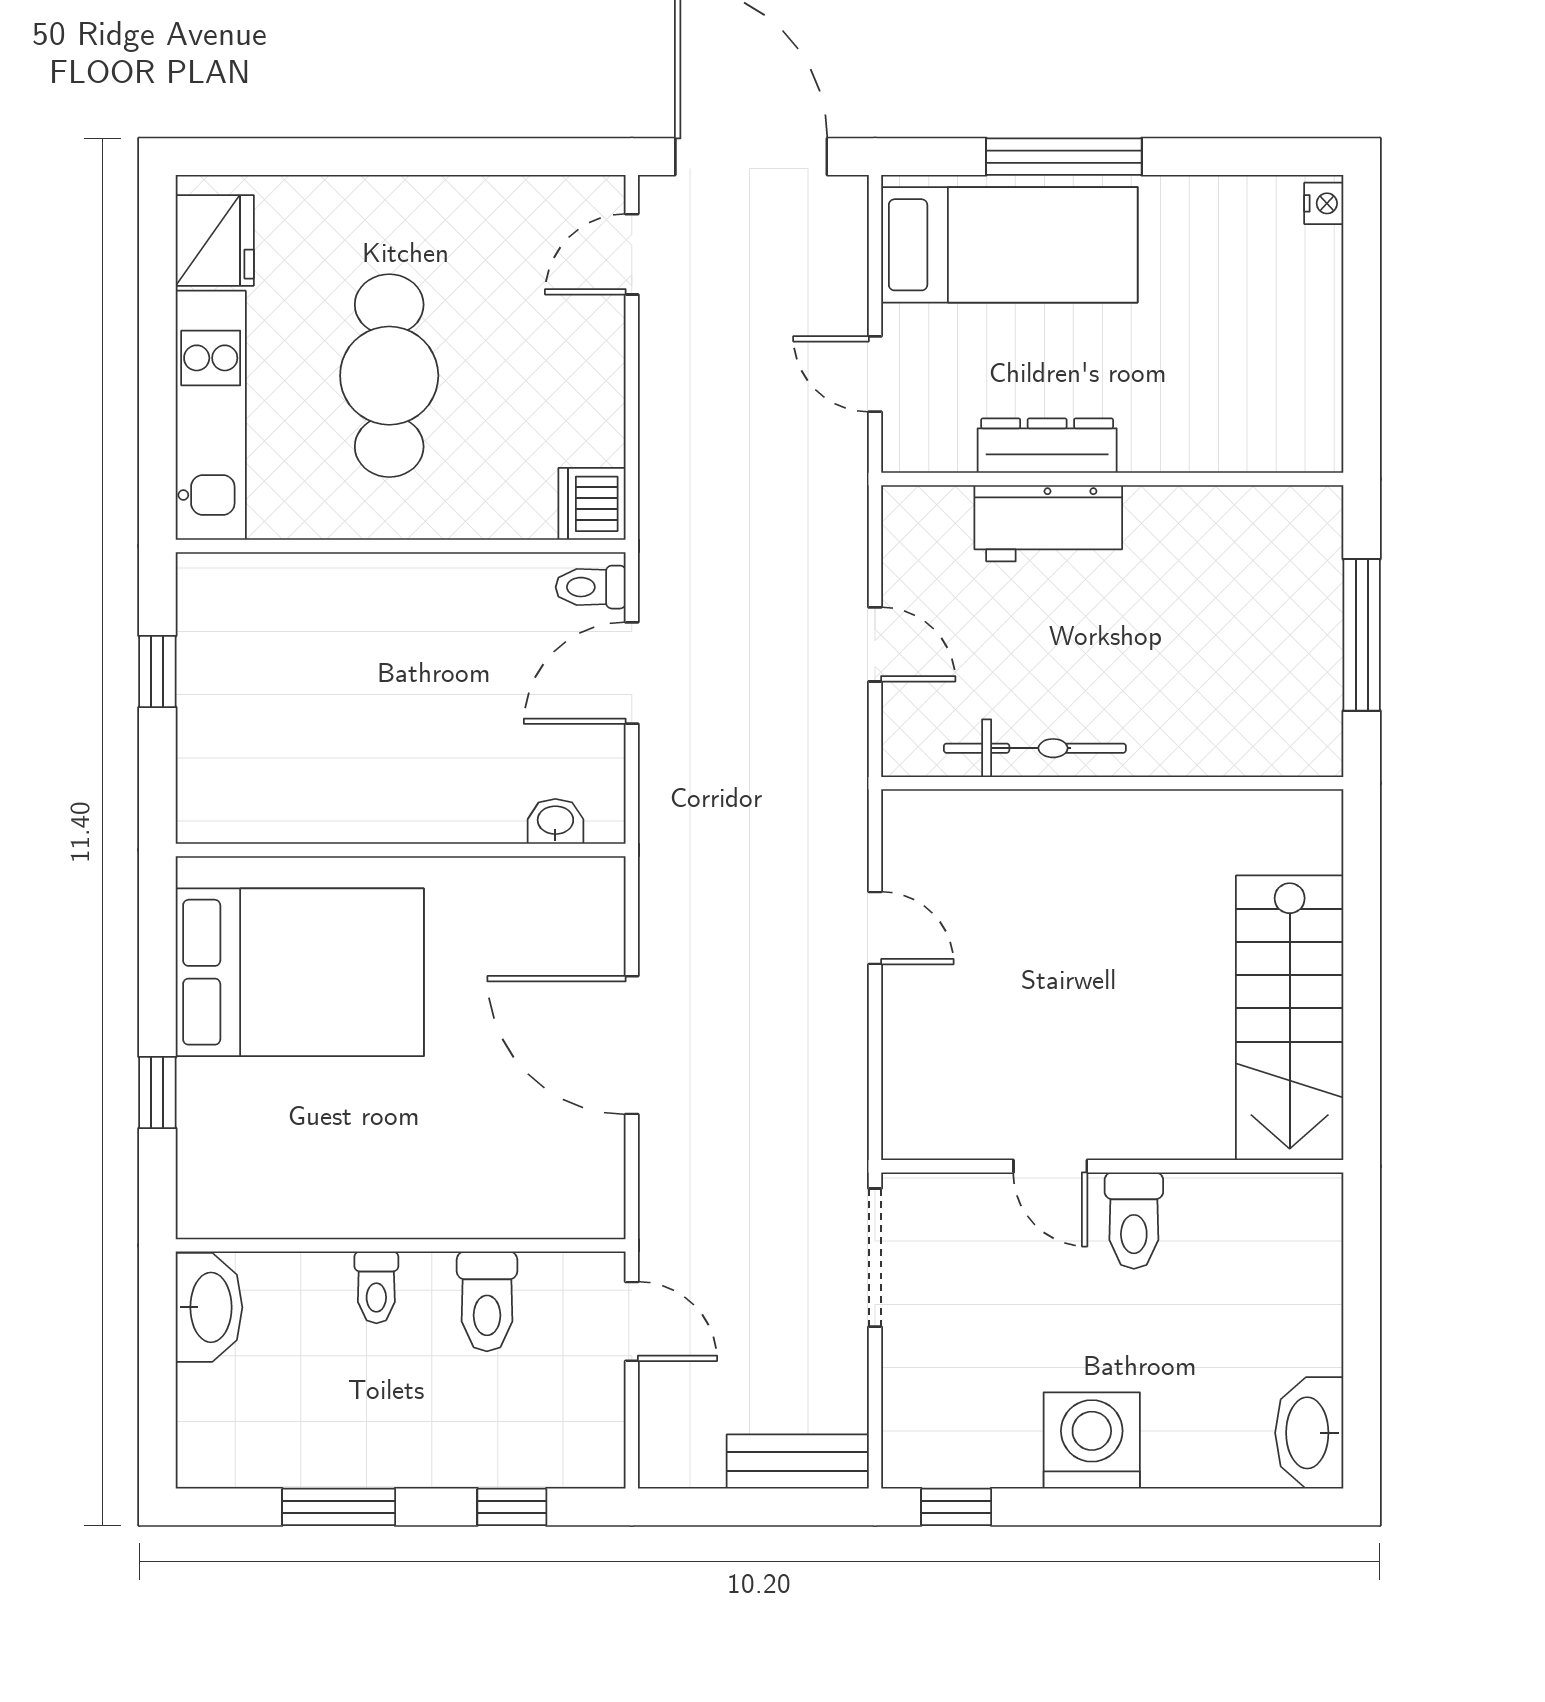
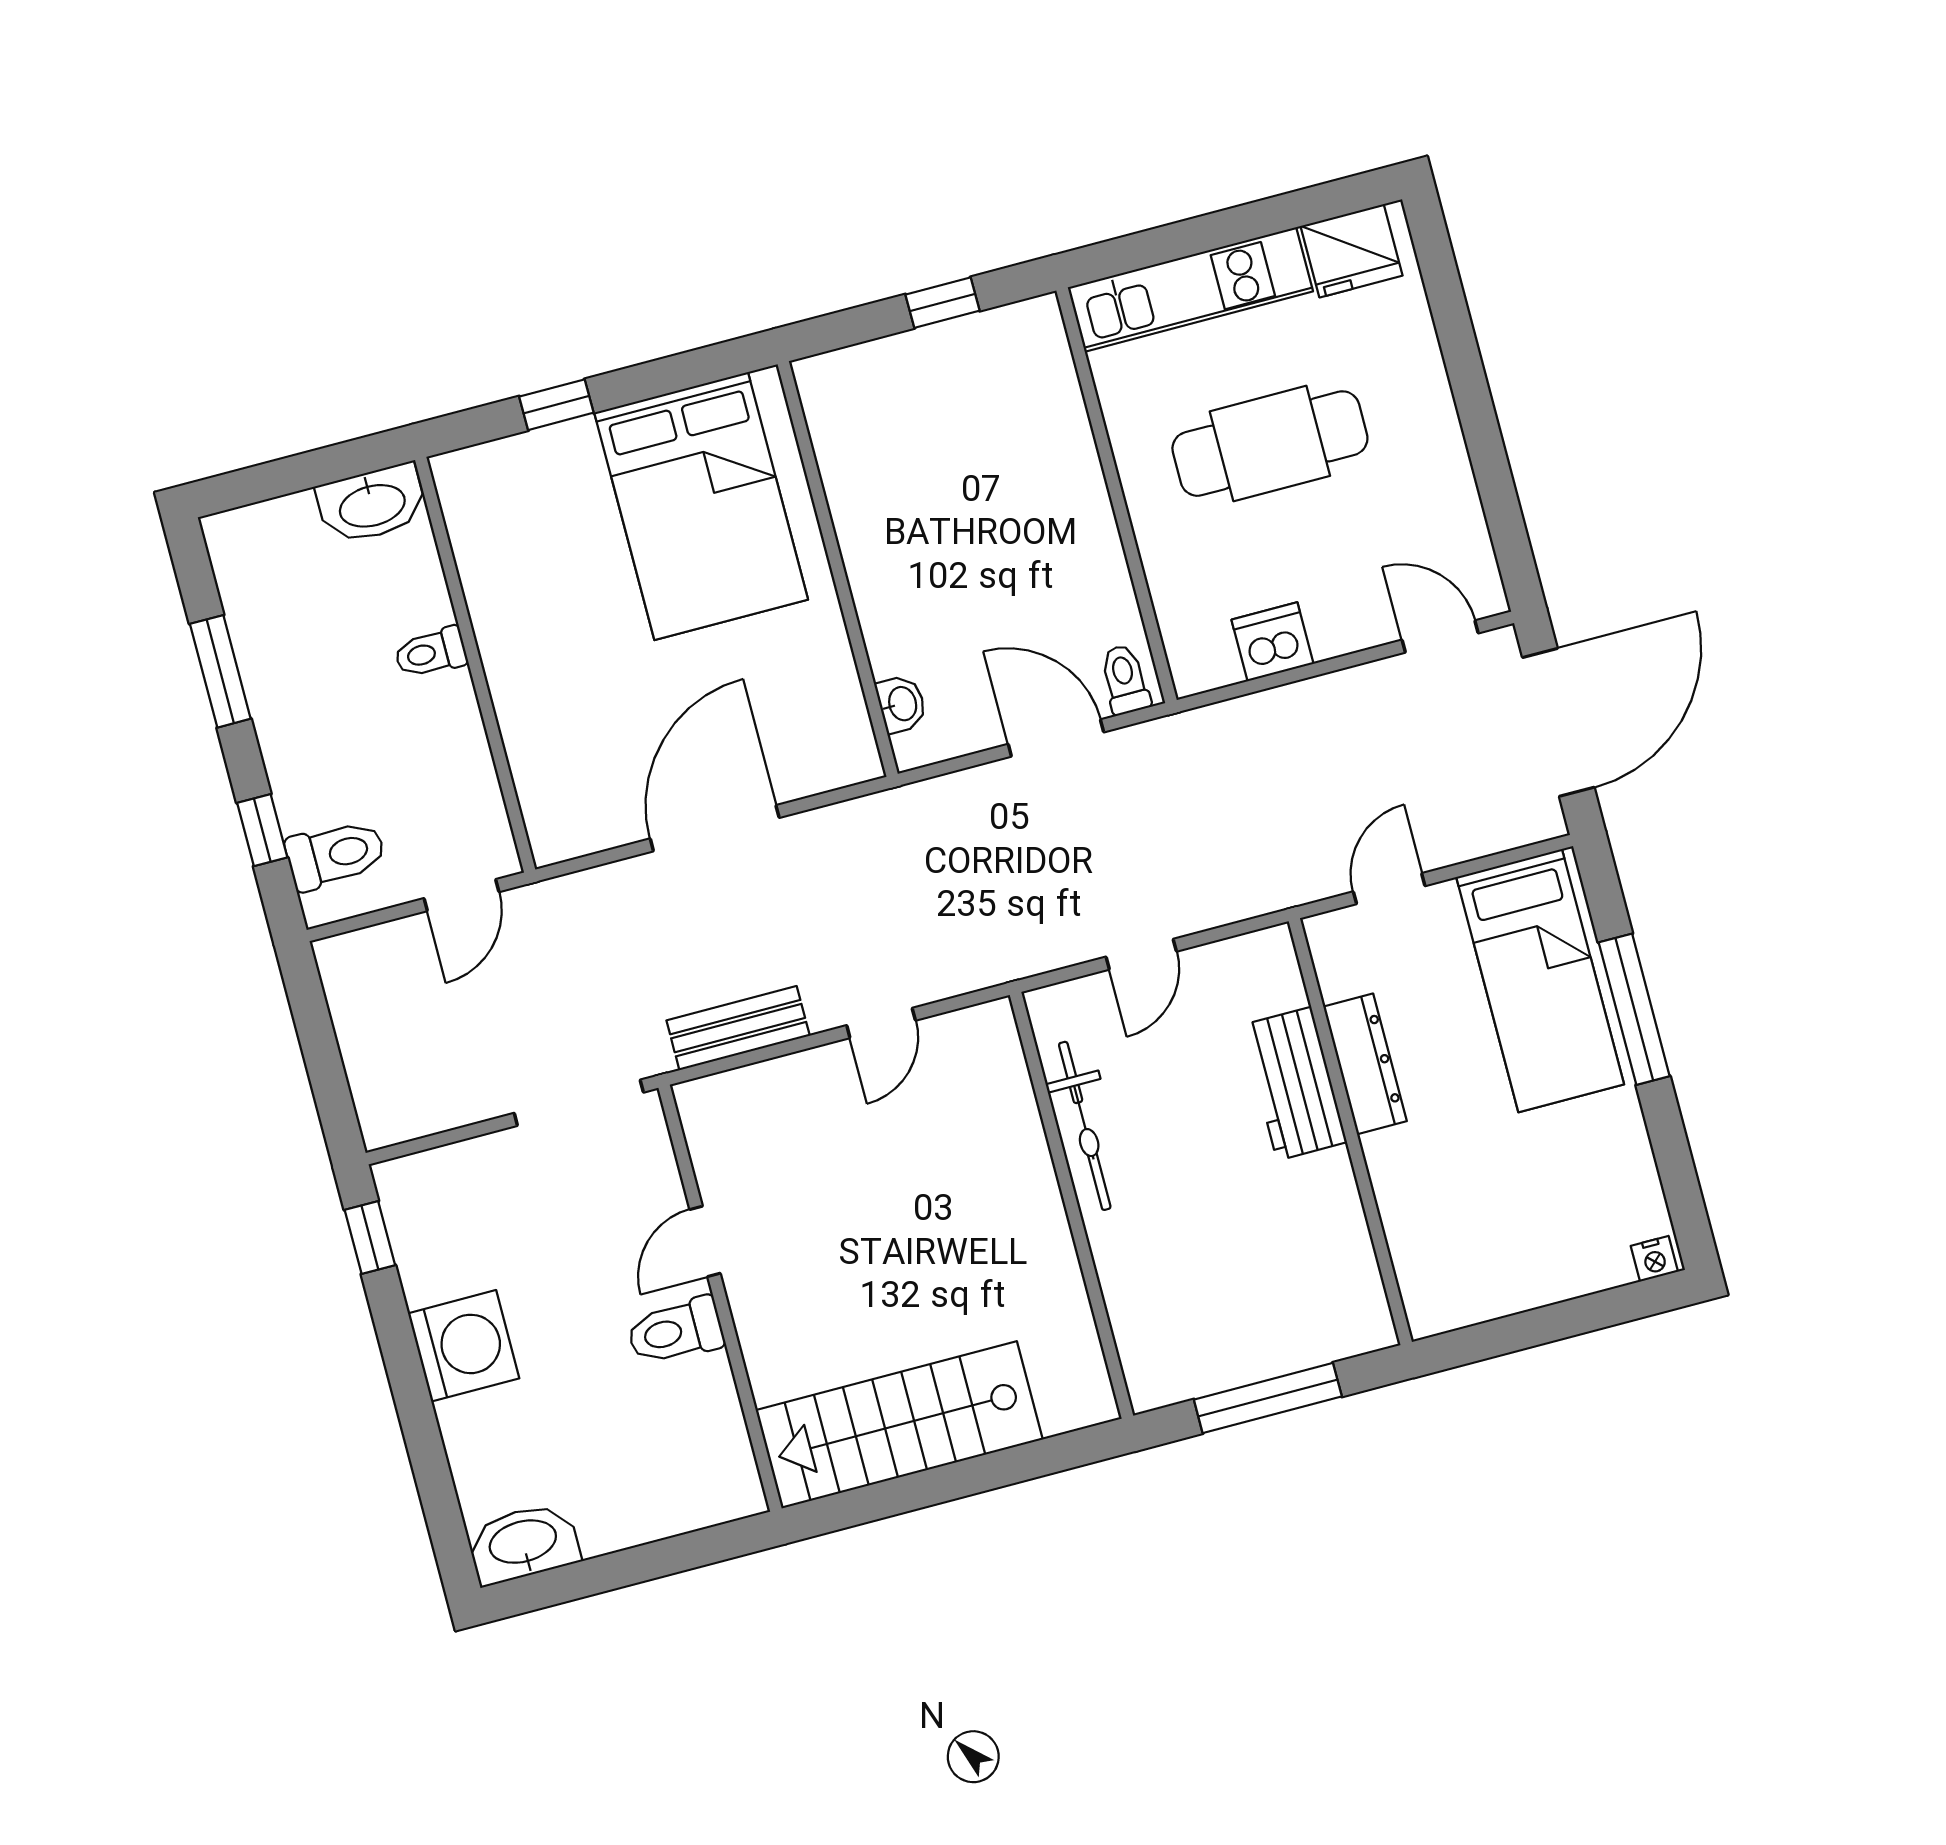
dishwasher: (592, 504) -> (1273, 642), moved
toilet: (487, 1301) -> (336, 855), moved, turned 180
bench: (798, 1461) -> (738, 1028), moved, turned 90

